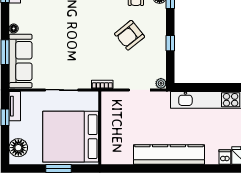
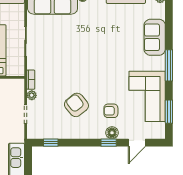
window: (170, 43) -> (51, 143), moved
plant: (161, 83) -> (32, 95), moved

